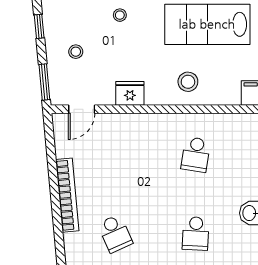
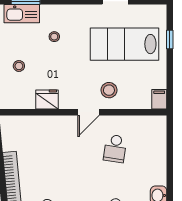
fridge: (130, 93) -> (47, 99), moved
door: (82, 109) -> (89, 112), moved

